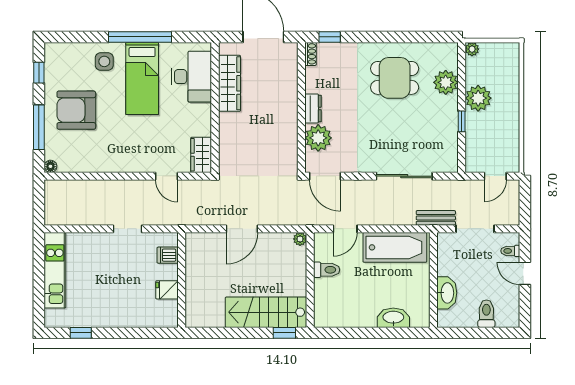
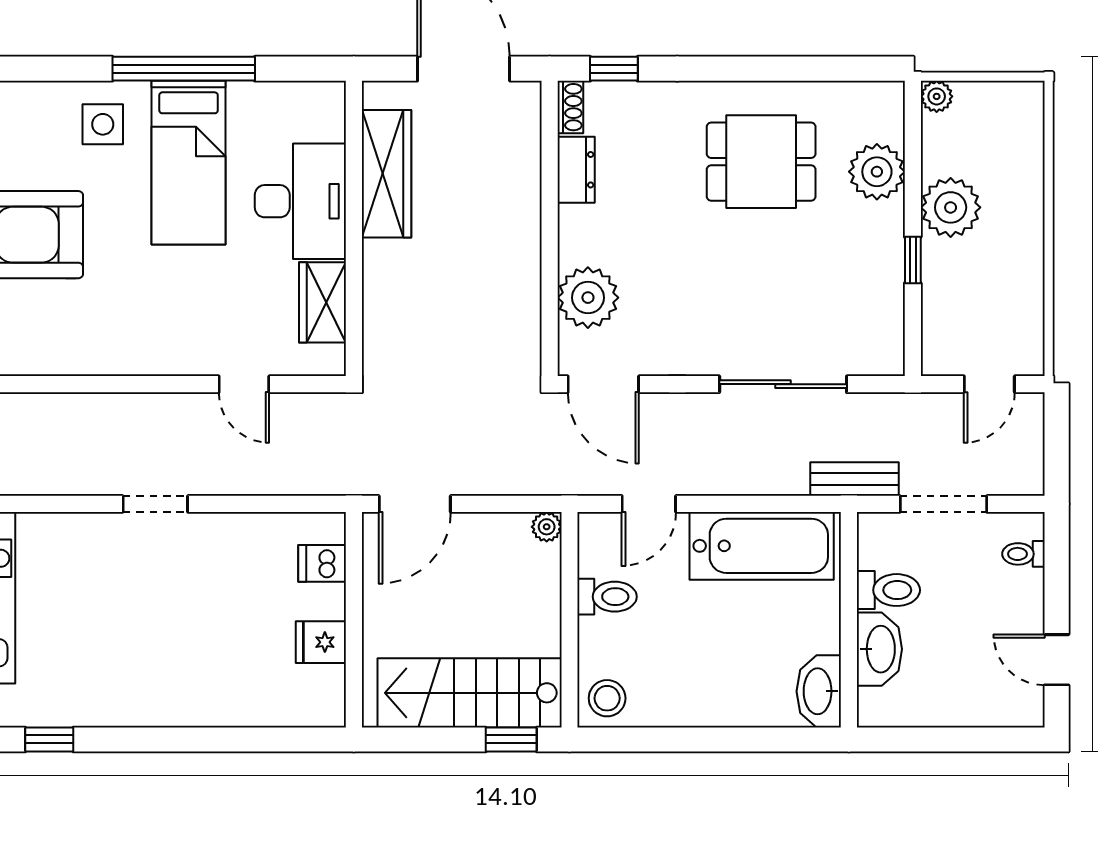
desk: (191, 77) -> (300, 201), moved
dresser: (313, 108) -> (576, 170), moved
wardrobe: (201, 155) -> (323, 302), moved
dishwasher: (168, 255) -> (322, 563), moved
door: (525, 273) -> (1057, 660), moved
wall: (182, 280) -> (354, 620), moved
fridge: (167, 290) -> (321, 642), moved
toilet: (486, 314) -> (888, 590), moved, turned 90
stool: (327, 315) -> (607, 698), added
washbasin: (393, 318) -> (819, 691), moved, turned -90

